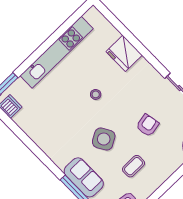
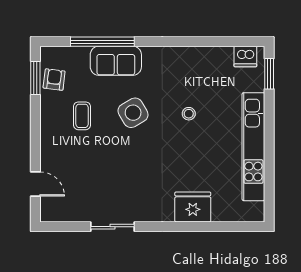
stool: (96, 94) -> (189, 114), moved
armchair: (147, 125) -> (107, 165), removed

